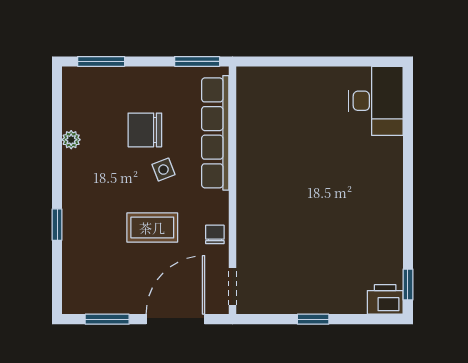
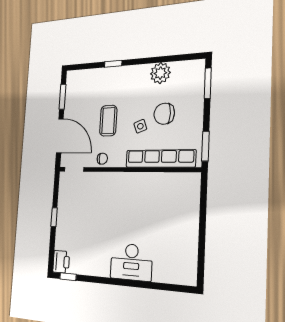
desk: (376, 101) -> (131, 262), moved
chair: (145, 130) -> (164, 114), turned -90
plant: (71, 140) -> (160, 73), width x1.87, depth x1.87

